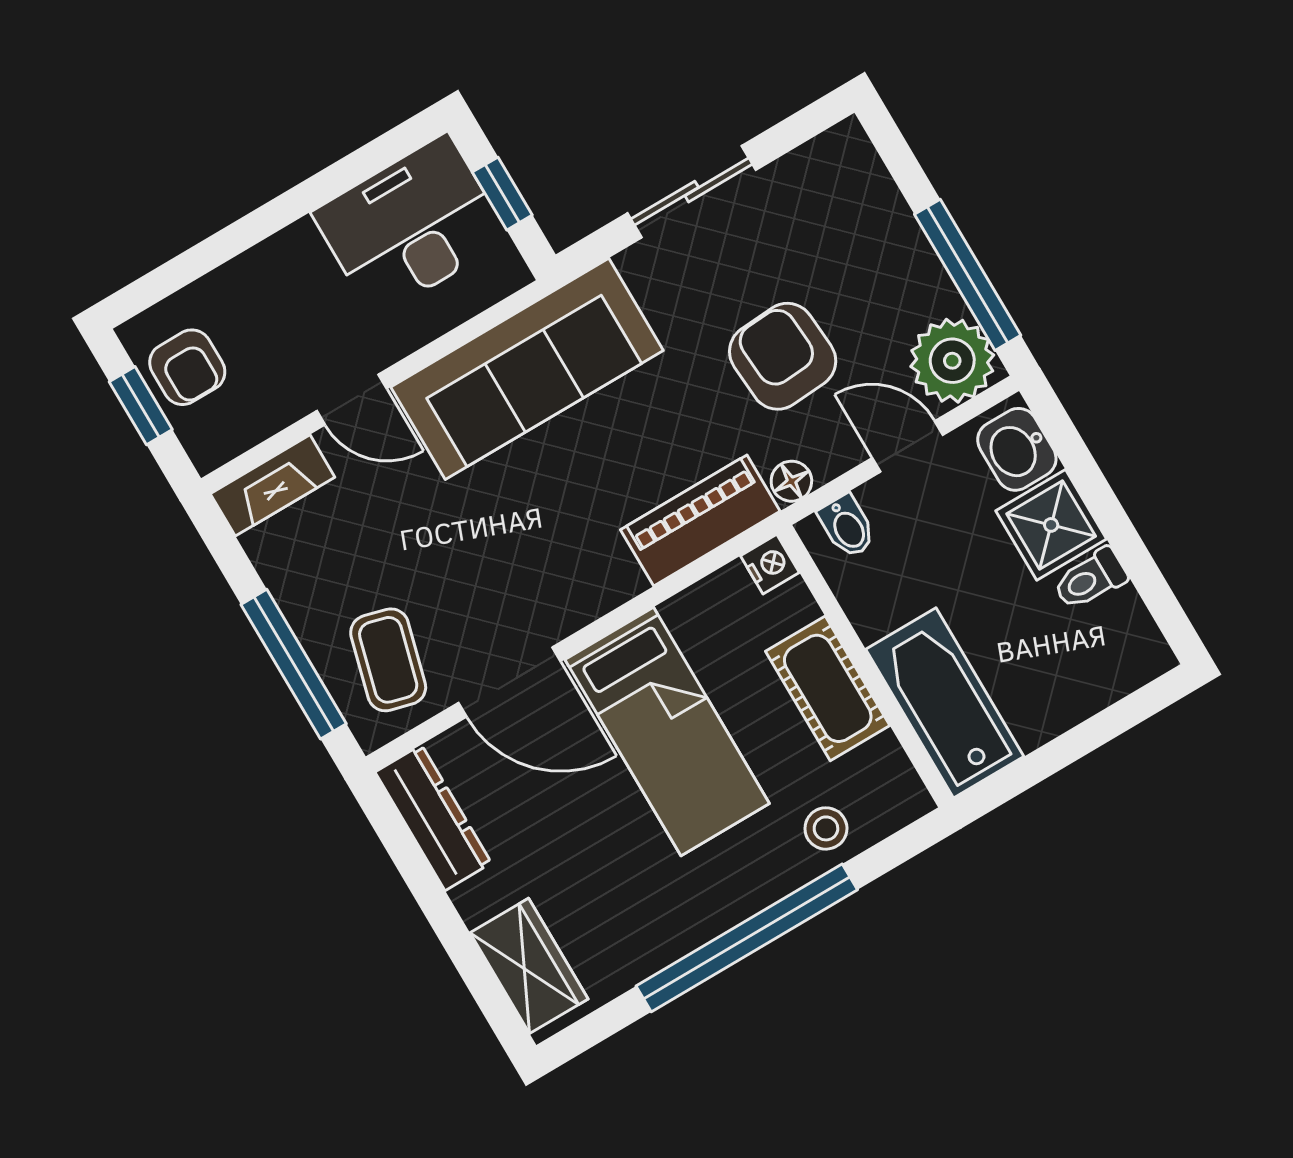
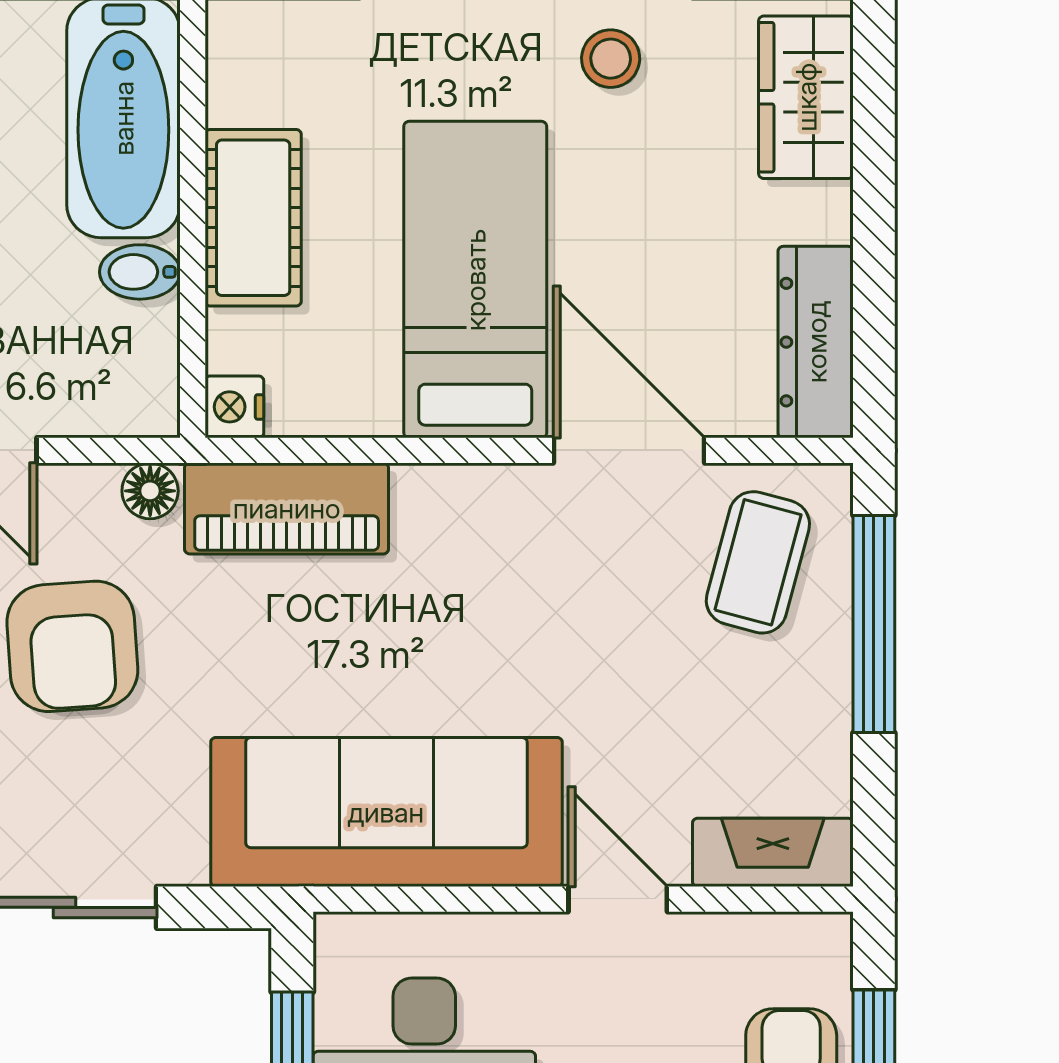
bidet: (847, 526) -> (140, 272), moved, turned -90
stool: (826, 828) -> (611, 59), moved

